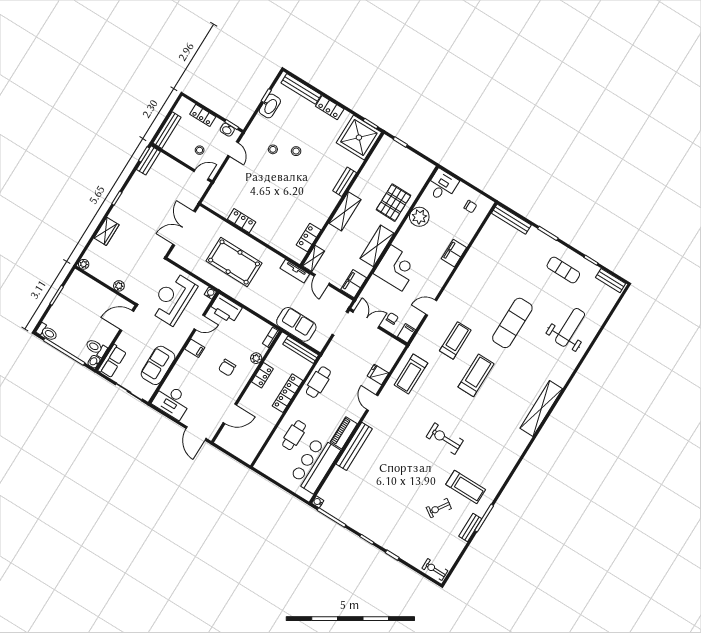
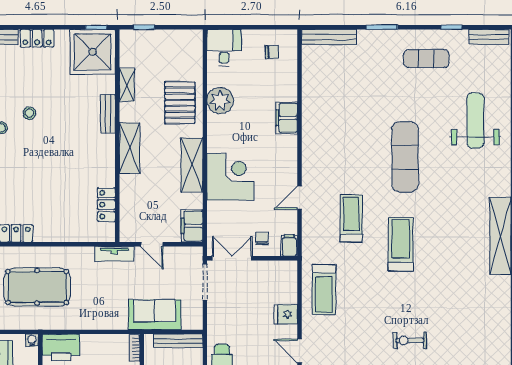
shelving: (313, 258) -> (127, 85), moved
exercise bike: (445, 439) -> (410, 340), width x0.73, depth x0.72

